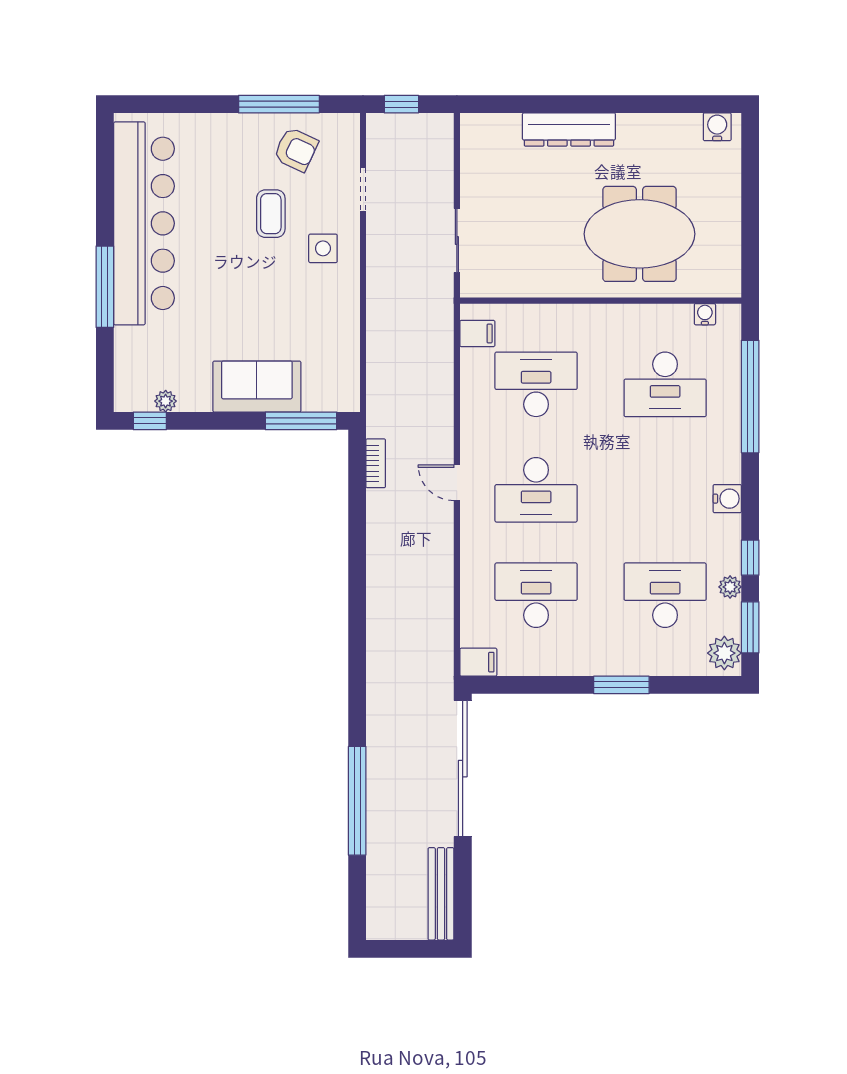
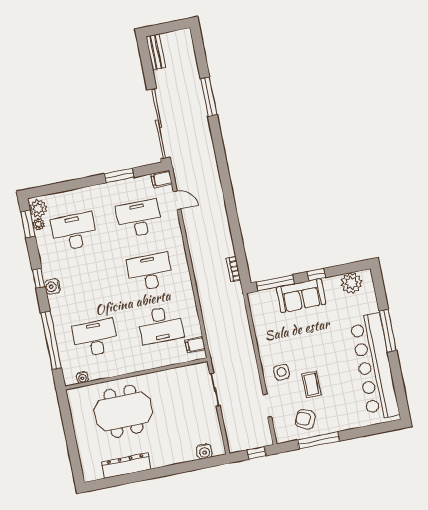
water cooler: (717, 127) -> (204, 451), moved
dresser: (569, 129) -> (126, 466), moved
plant: (166, 401) -> (351, 283), width x1.88, depth x1.88
window: (150, 421) -> (316, 275), moved
door: (457, 483) -> (177, 200), moved
window: (750, 558) -> (39, 278), moved
plant: (730, 587) -> (38, 224), moved
desk: (536, 595) -> (139, 219), turned 180
desk: (665, 595) -> (74, 232), turned 180
window: (621, 685) -> (119, 176), moved
window: (357, 801) -> (209, 97), width x0.68
bench: (441, 894) -> (156, 52), width x0.73

